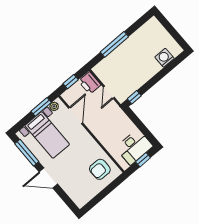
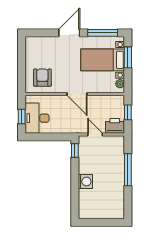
washing machine: (164, 58) -> (85, 181), moved
window: (41, 107) -> (128, 57), moved
door: (76, 115) -> (77, 94), moved

